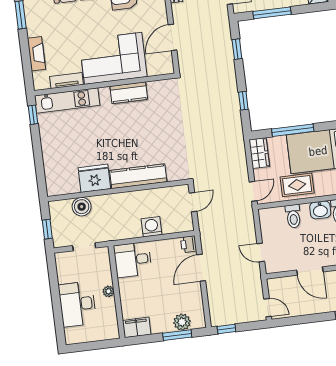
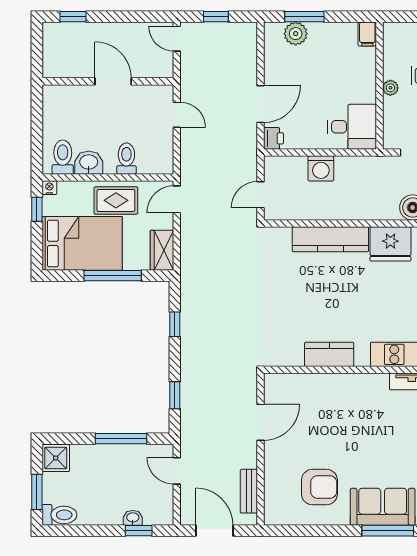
corner sofa: (113, 58) -> (345, 404), removed
filing cabinet: (137, 327) -> (367, 34), width x0.50
window: (226, 329) -> (216, 17), moved

